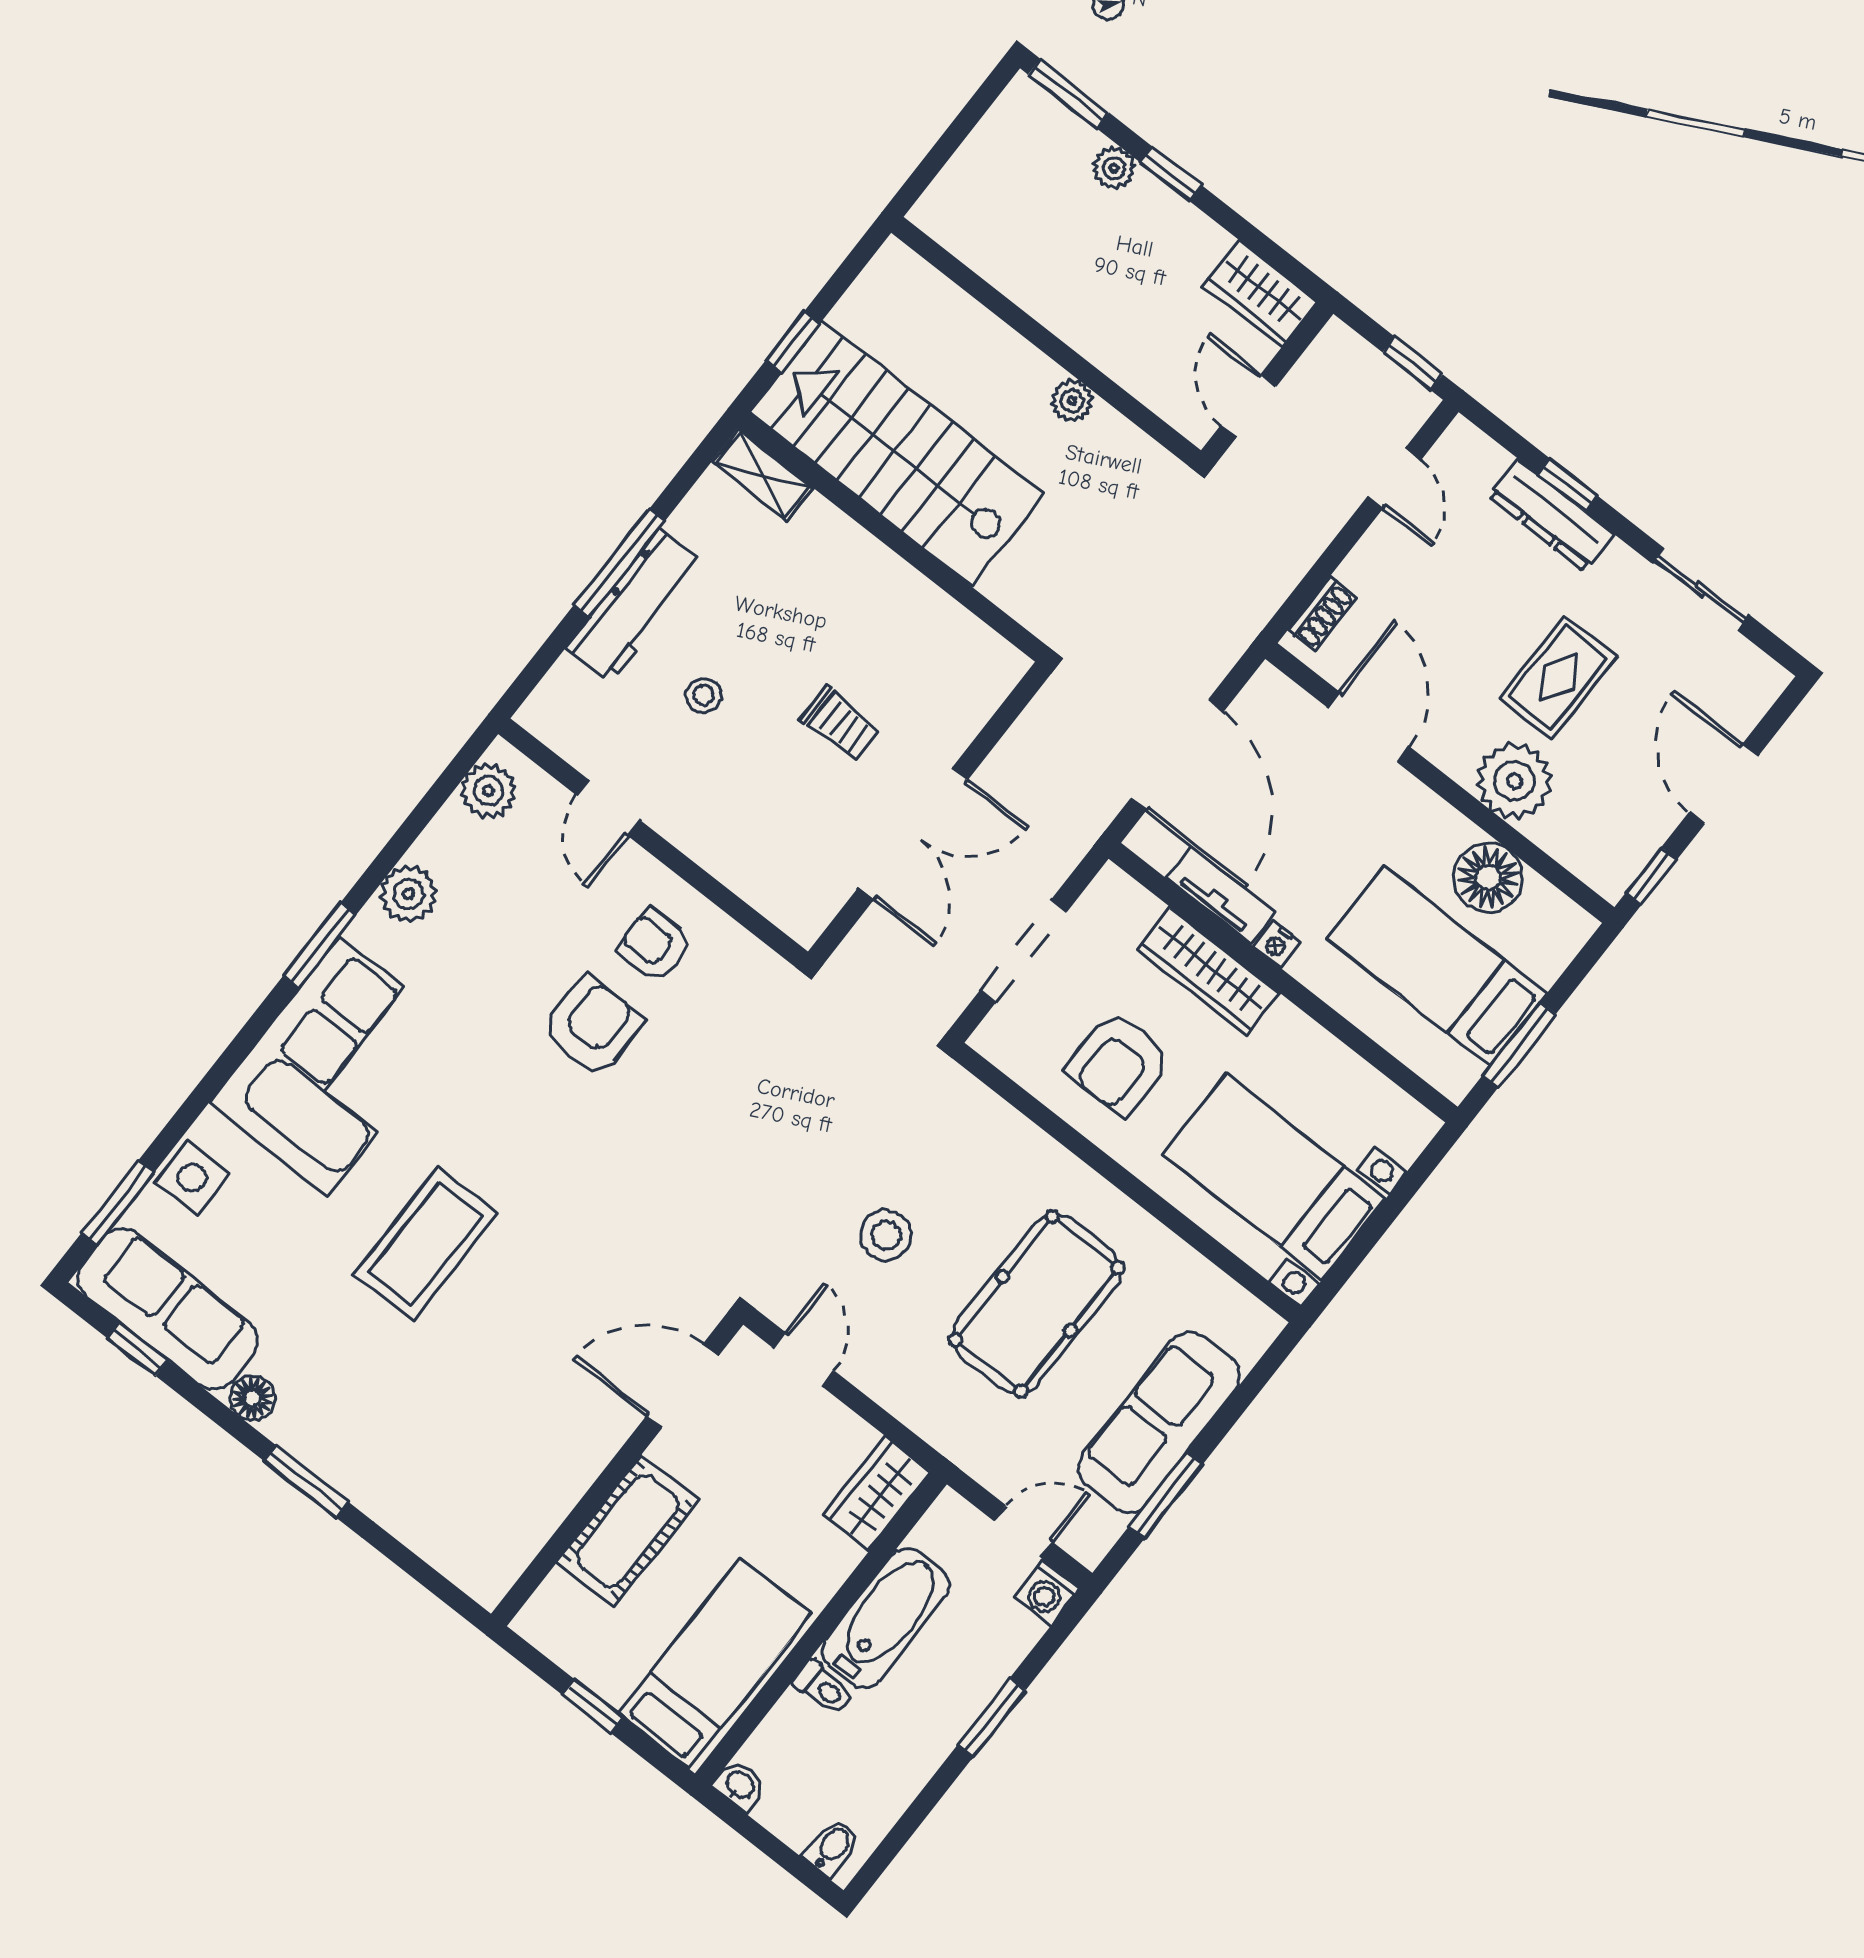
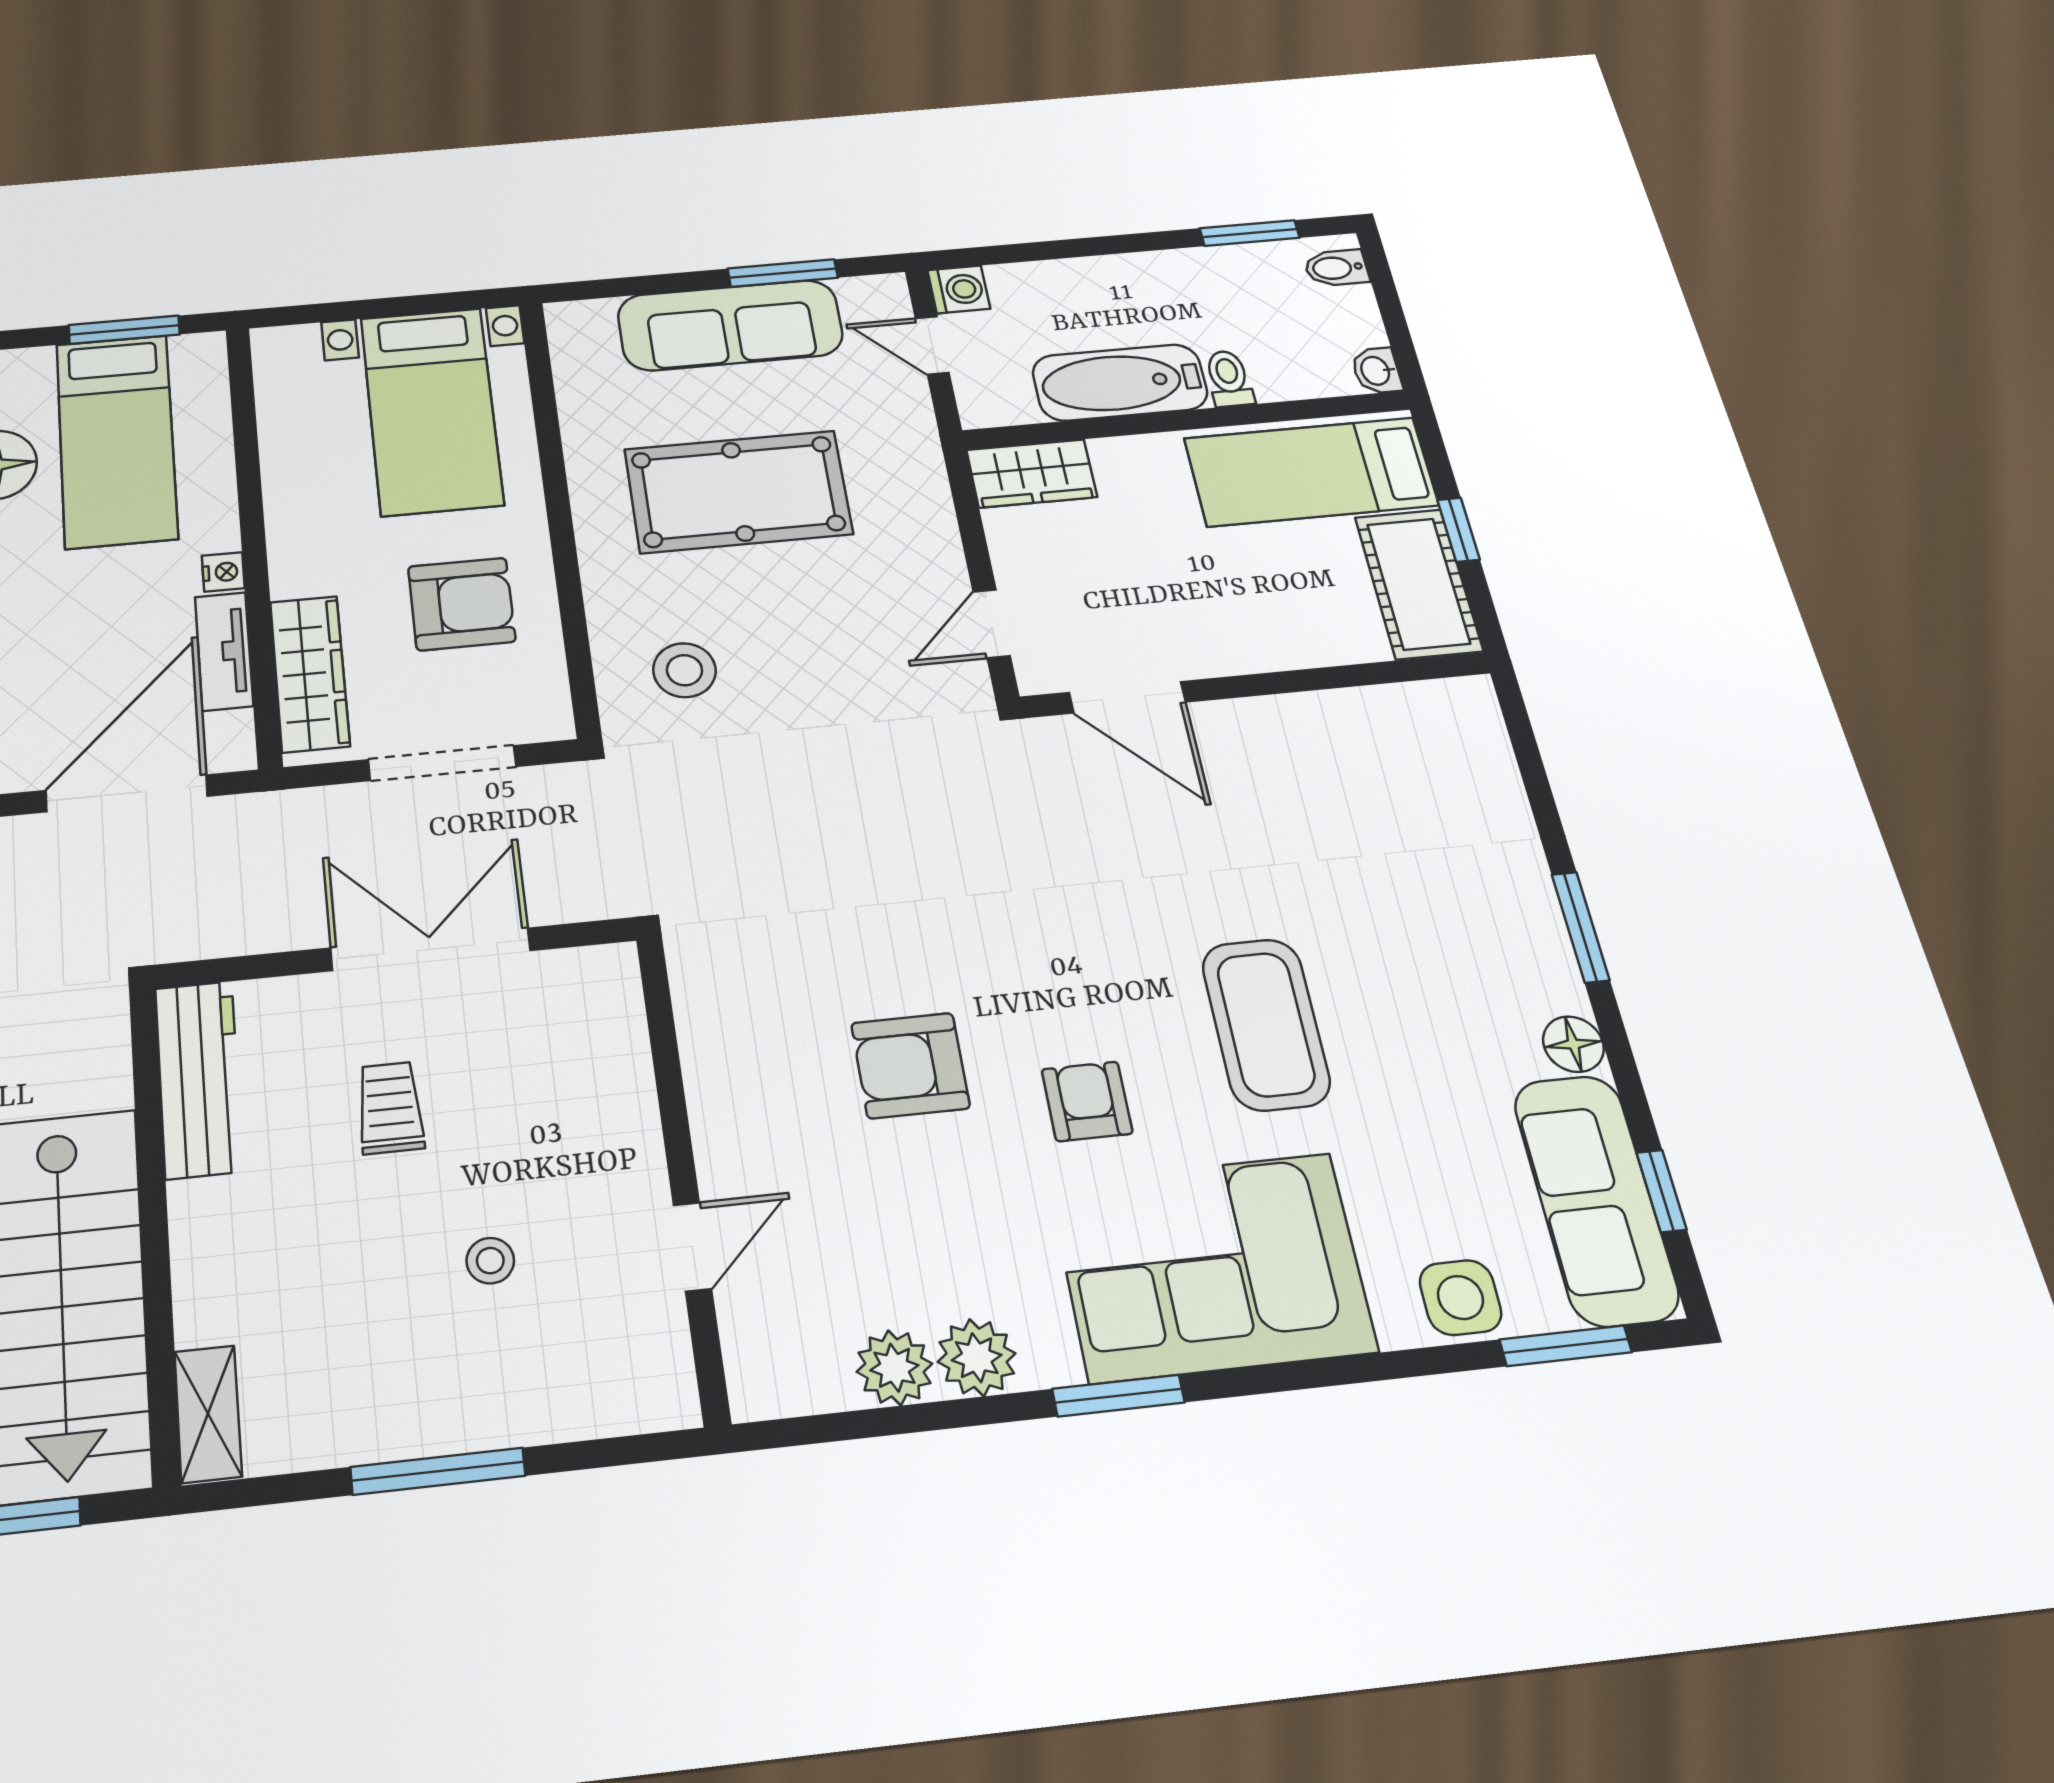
workbench: (635, 606) -> (199, 1079), moved, turned 90
plant: (489, 791) -> (894, 1368), moved
armchair: (654, 945) -> (1087, 1101), moved, turned 180
wardrobe: (1209, 971) -> (310, 674), moved
stool: (886, 1235) -> (684, 670), moved
coffee table: (426, 1244) -> (1266, 1024), turned 90
cot: (628, 1531) -> (1418, 584), moved, turned 90
window: (991, 1718) -> (1250, 233), moved

